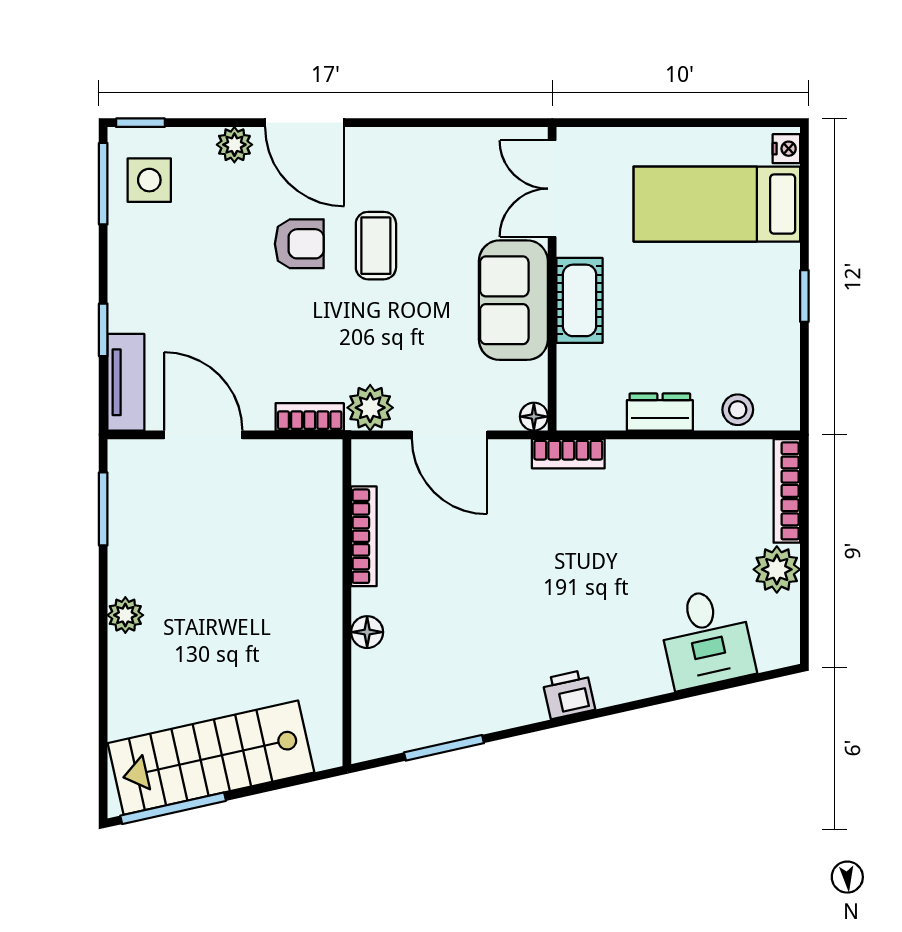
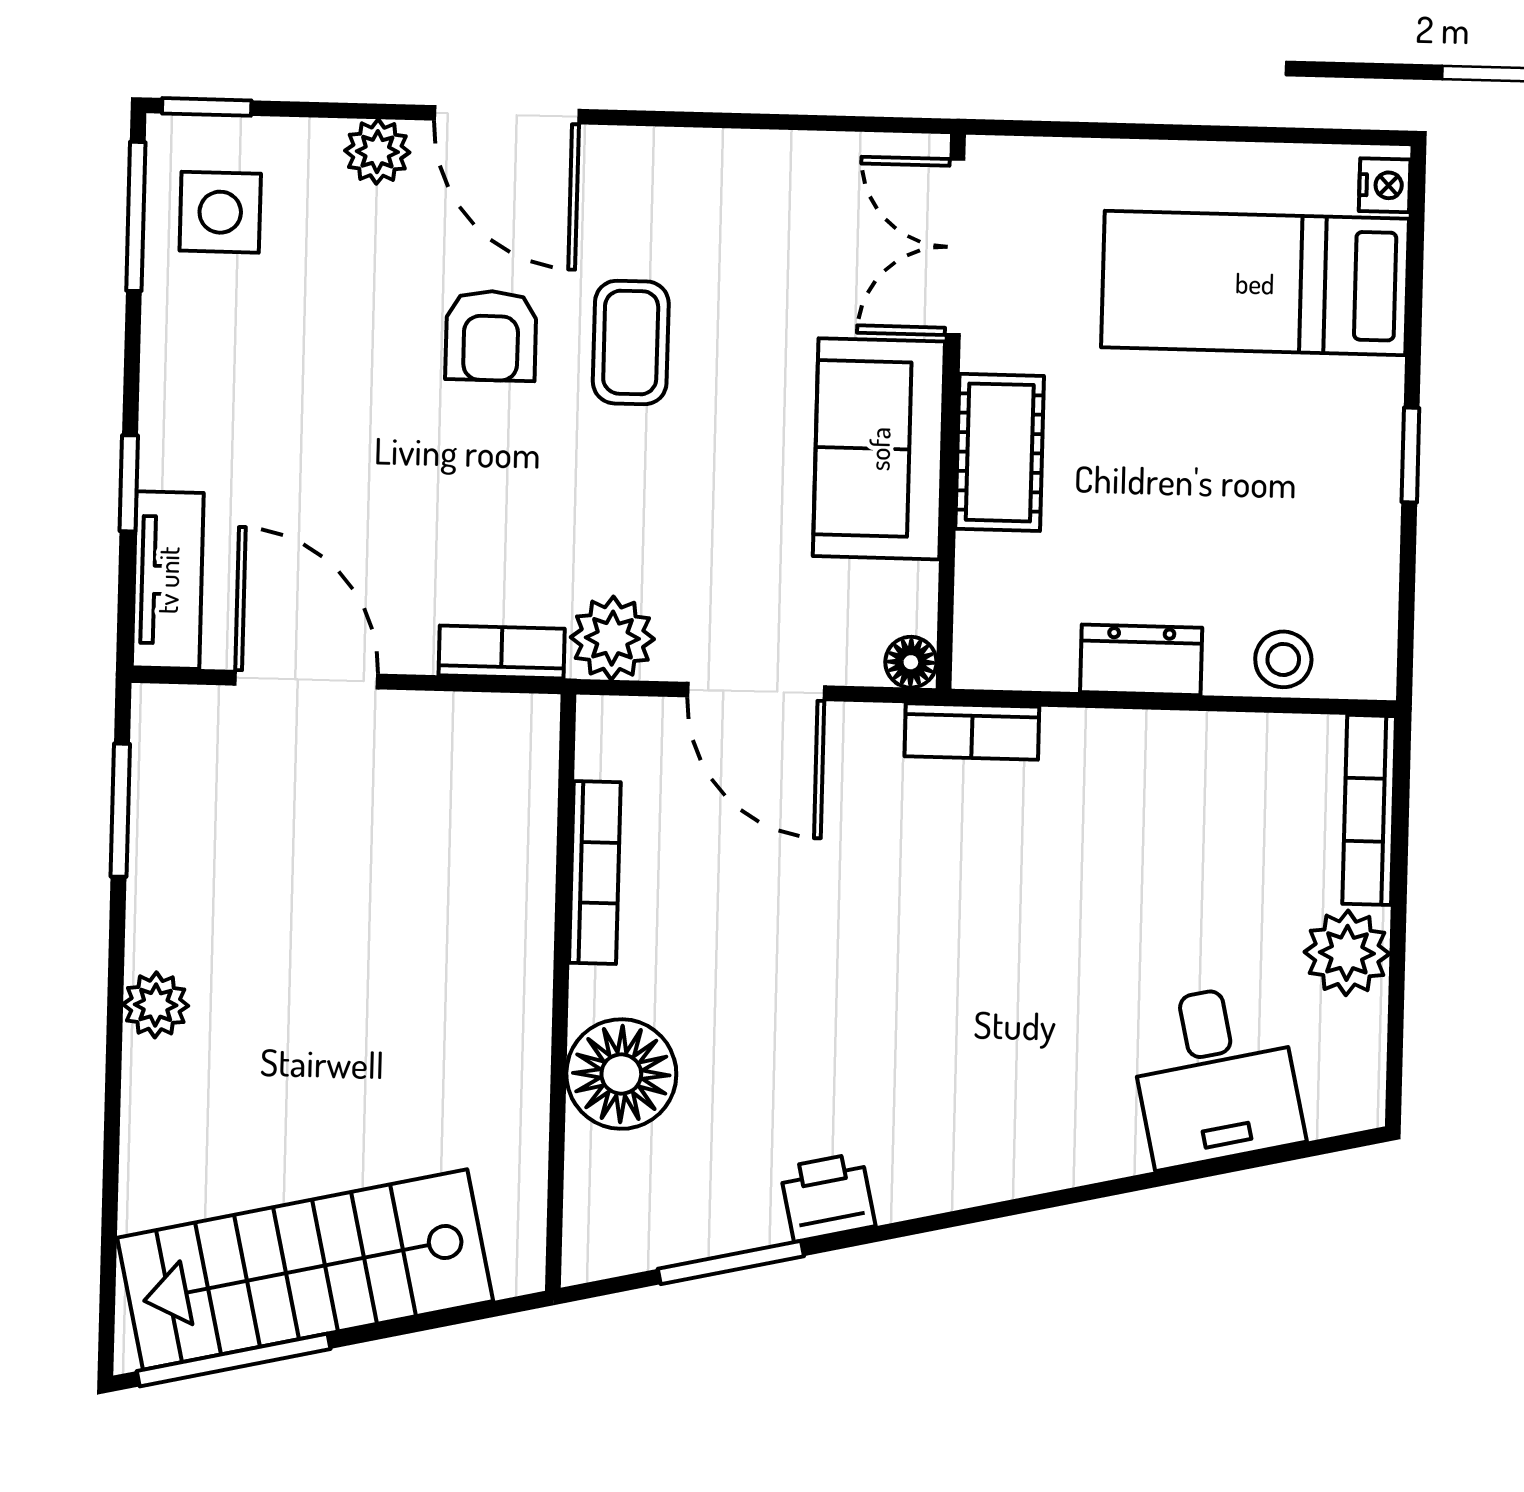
armchair: (299, 244) -> (491, 336), turned 90
floor lamp: (367, 632) -> (621, 1074), width x1.89, depth x1.89
printer: (569, 694) -> (828, 1197), moved

